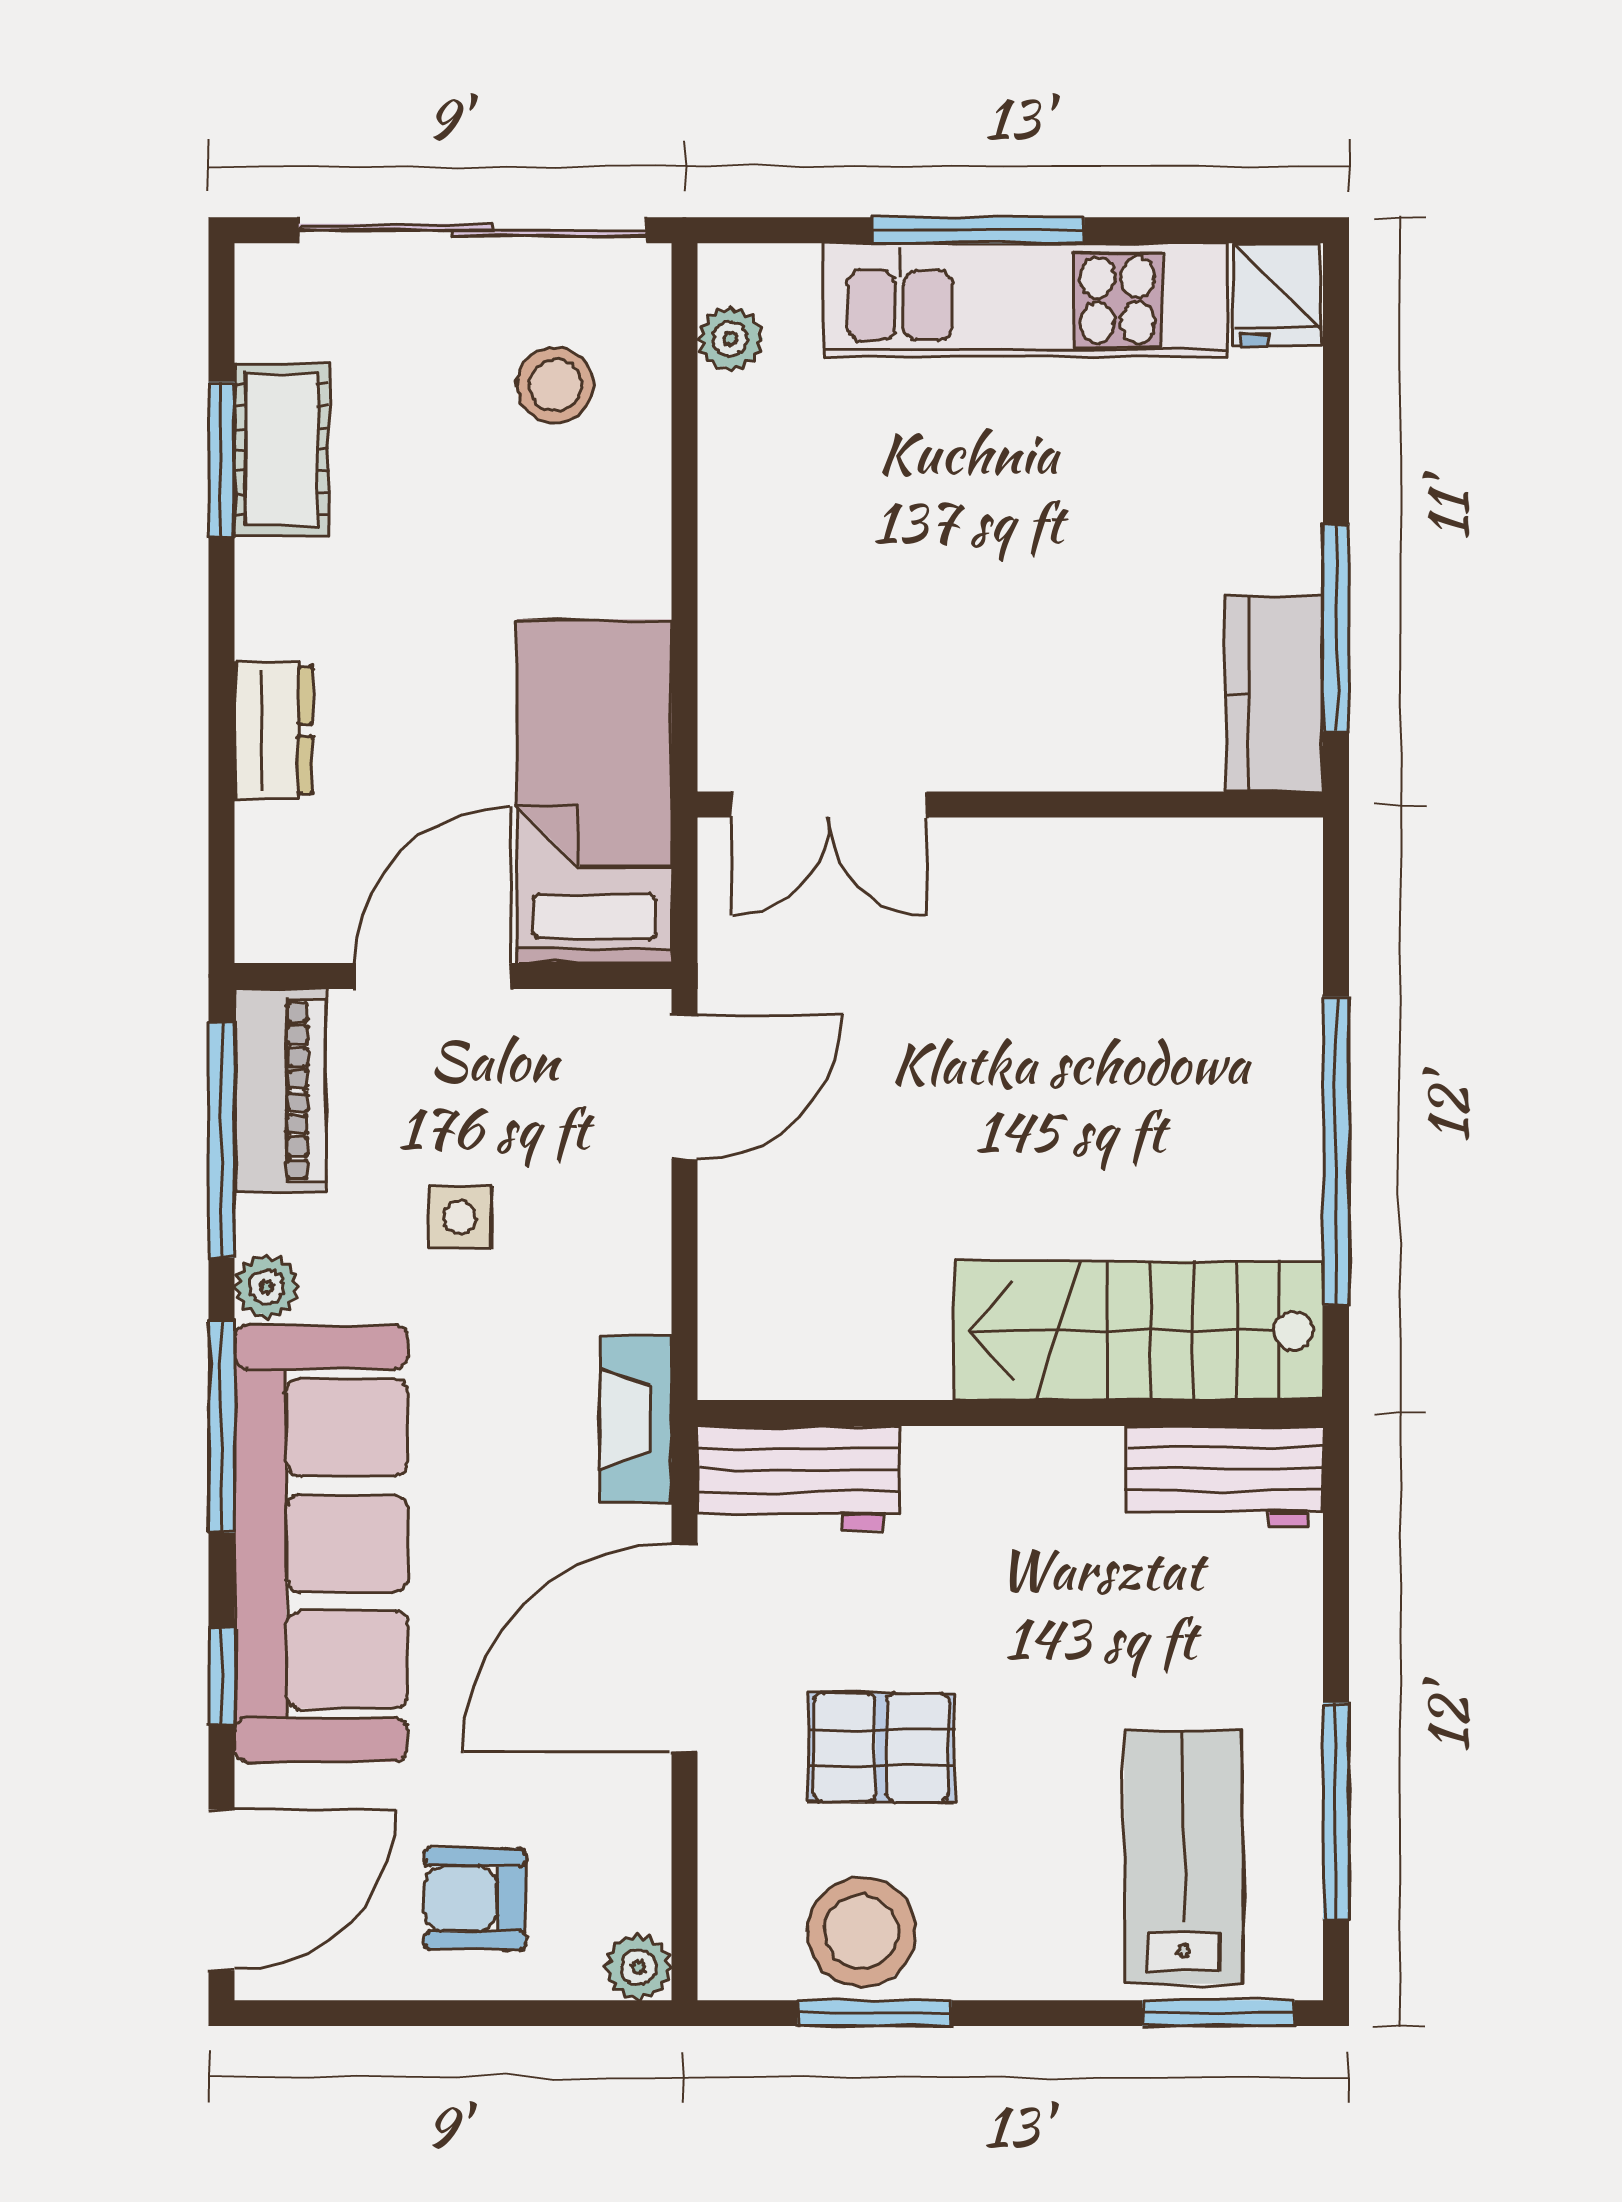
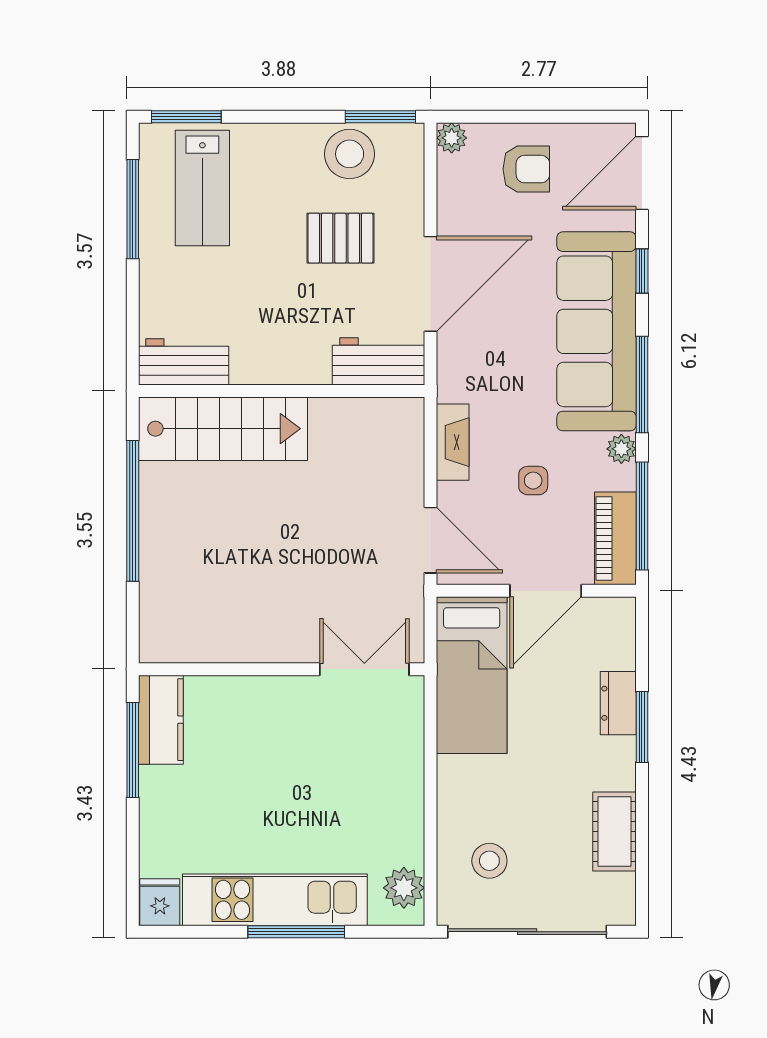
plant: (730, 339) -> (404, 888), width x1.38, depth x1.38
window: (222, 459) -> (642, 727), moved
door: (684, 1087) -> (430, 540), swing flipped
fireplace: (636, 1419) -> (453, 442), moved
window: (875, 2013) -> (380, 117), moved

